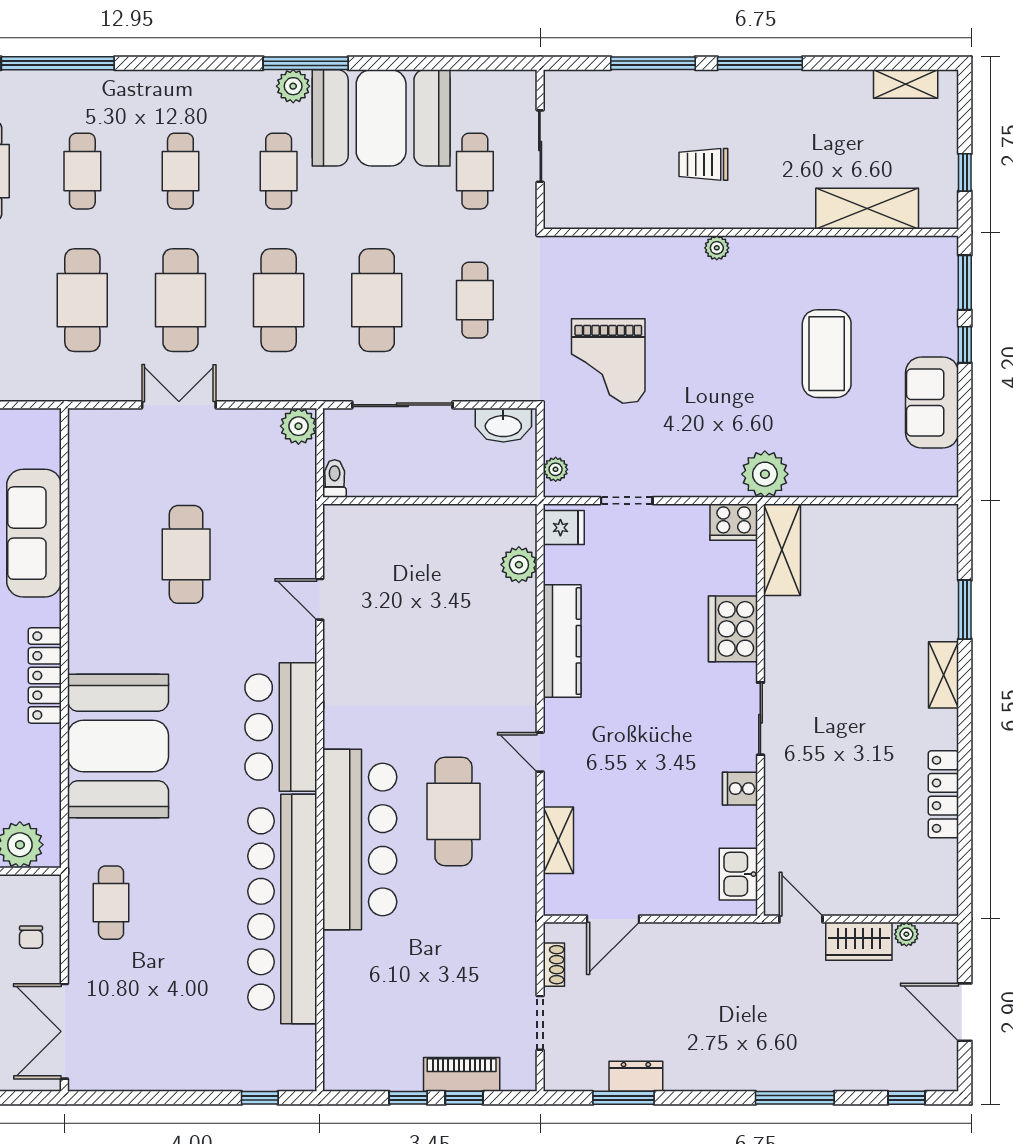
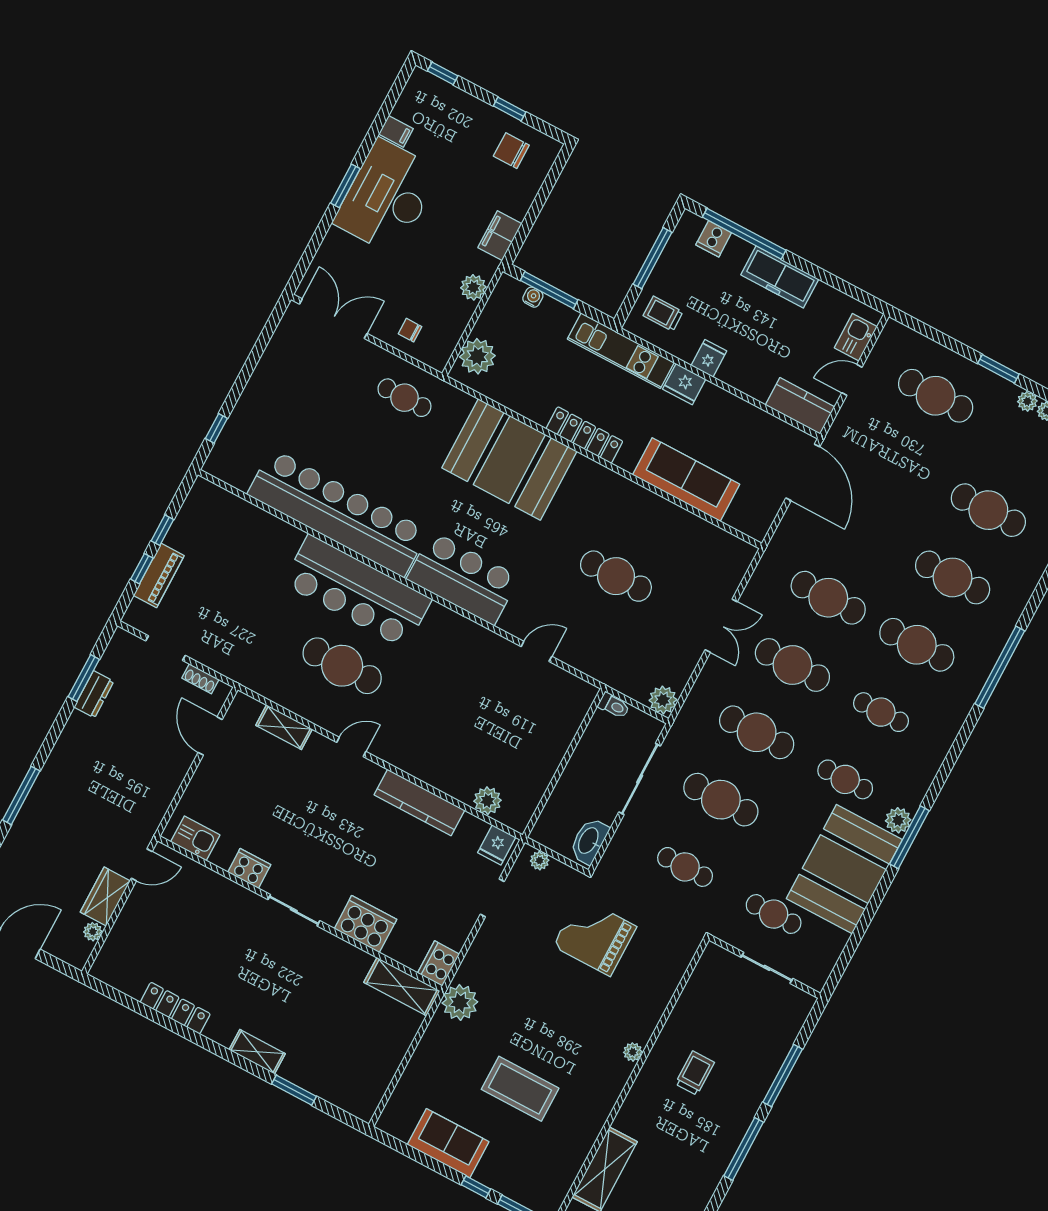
cafe table: (82, 171) -> (917, 645), width x1.37, depth x1.35
cooker: (740, 789) -> (249, 868), width x1.36

